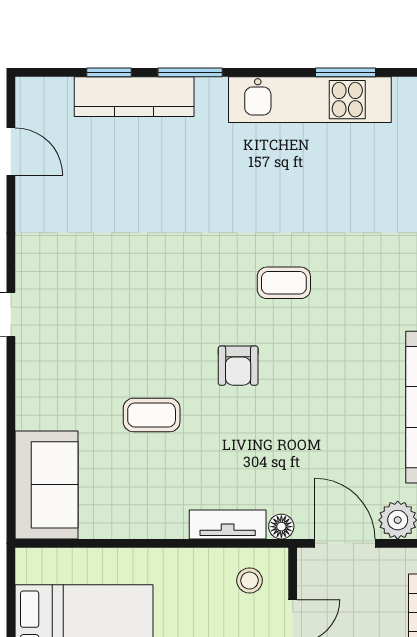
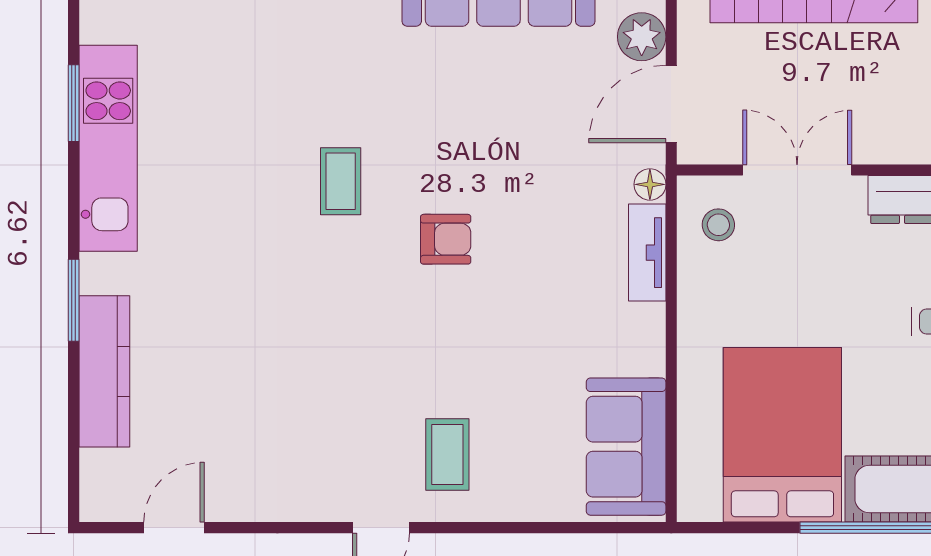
window: (109, 72) -> (74, 403), removed
coffee table: (152, 415) -> (447, 455), moved
sofa: (46, 485) -> (626, 447), moved, turned -90

